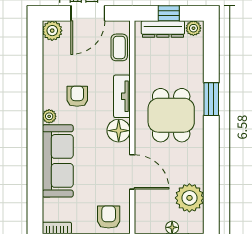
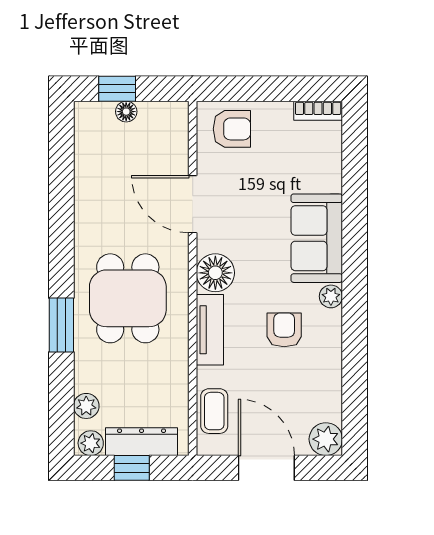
door: (88, 13) -> (266, 468), hinge flipped
armchair: (77, 96) -> (284, 330), turned 180
sofa: (58, 161) -> (317, 238), width x0.73
plant: (189, 198) -> (86, 406), moved, width x0.53, depth x0.53
armchair: (109, 217) -> (232, 129), turned -90

